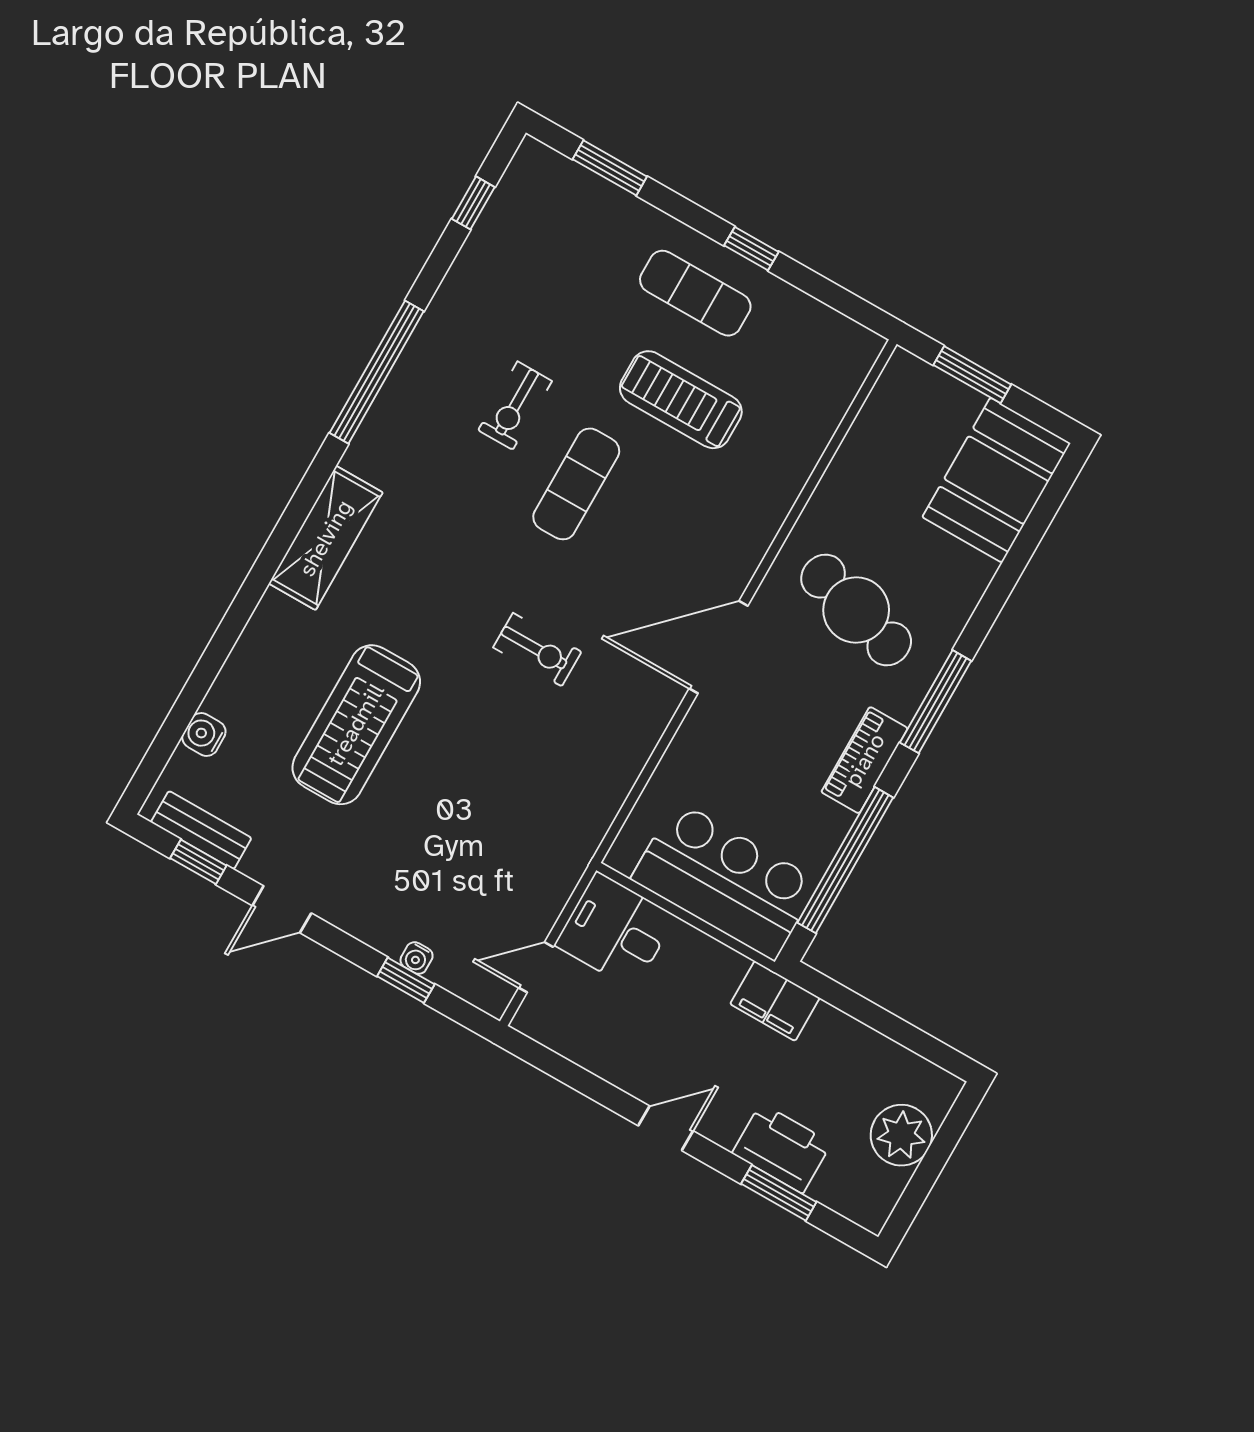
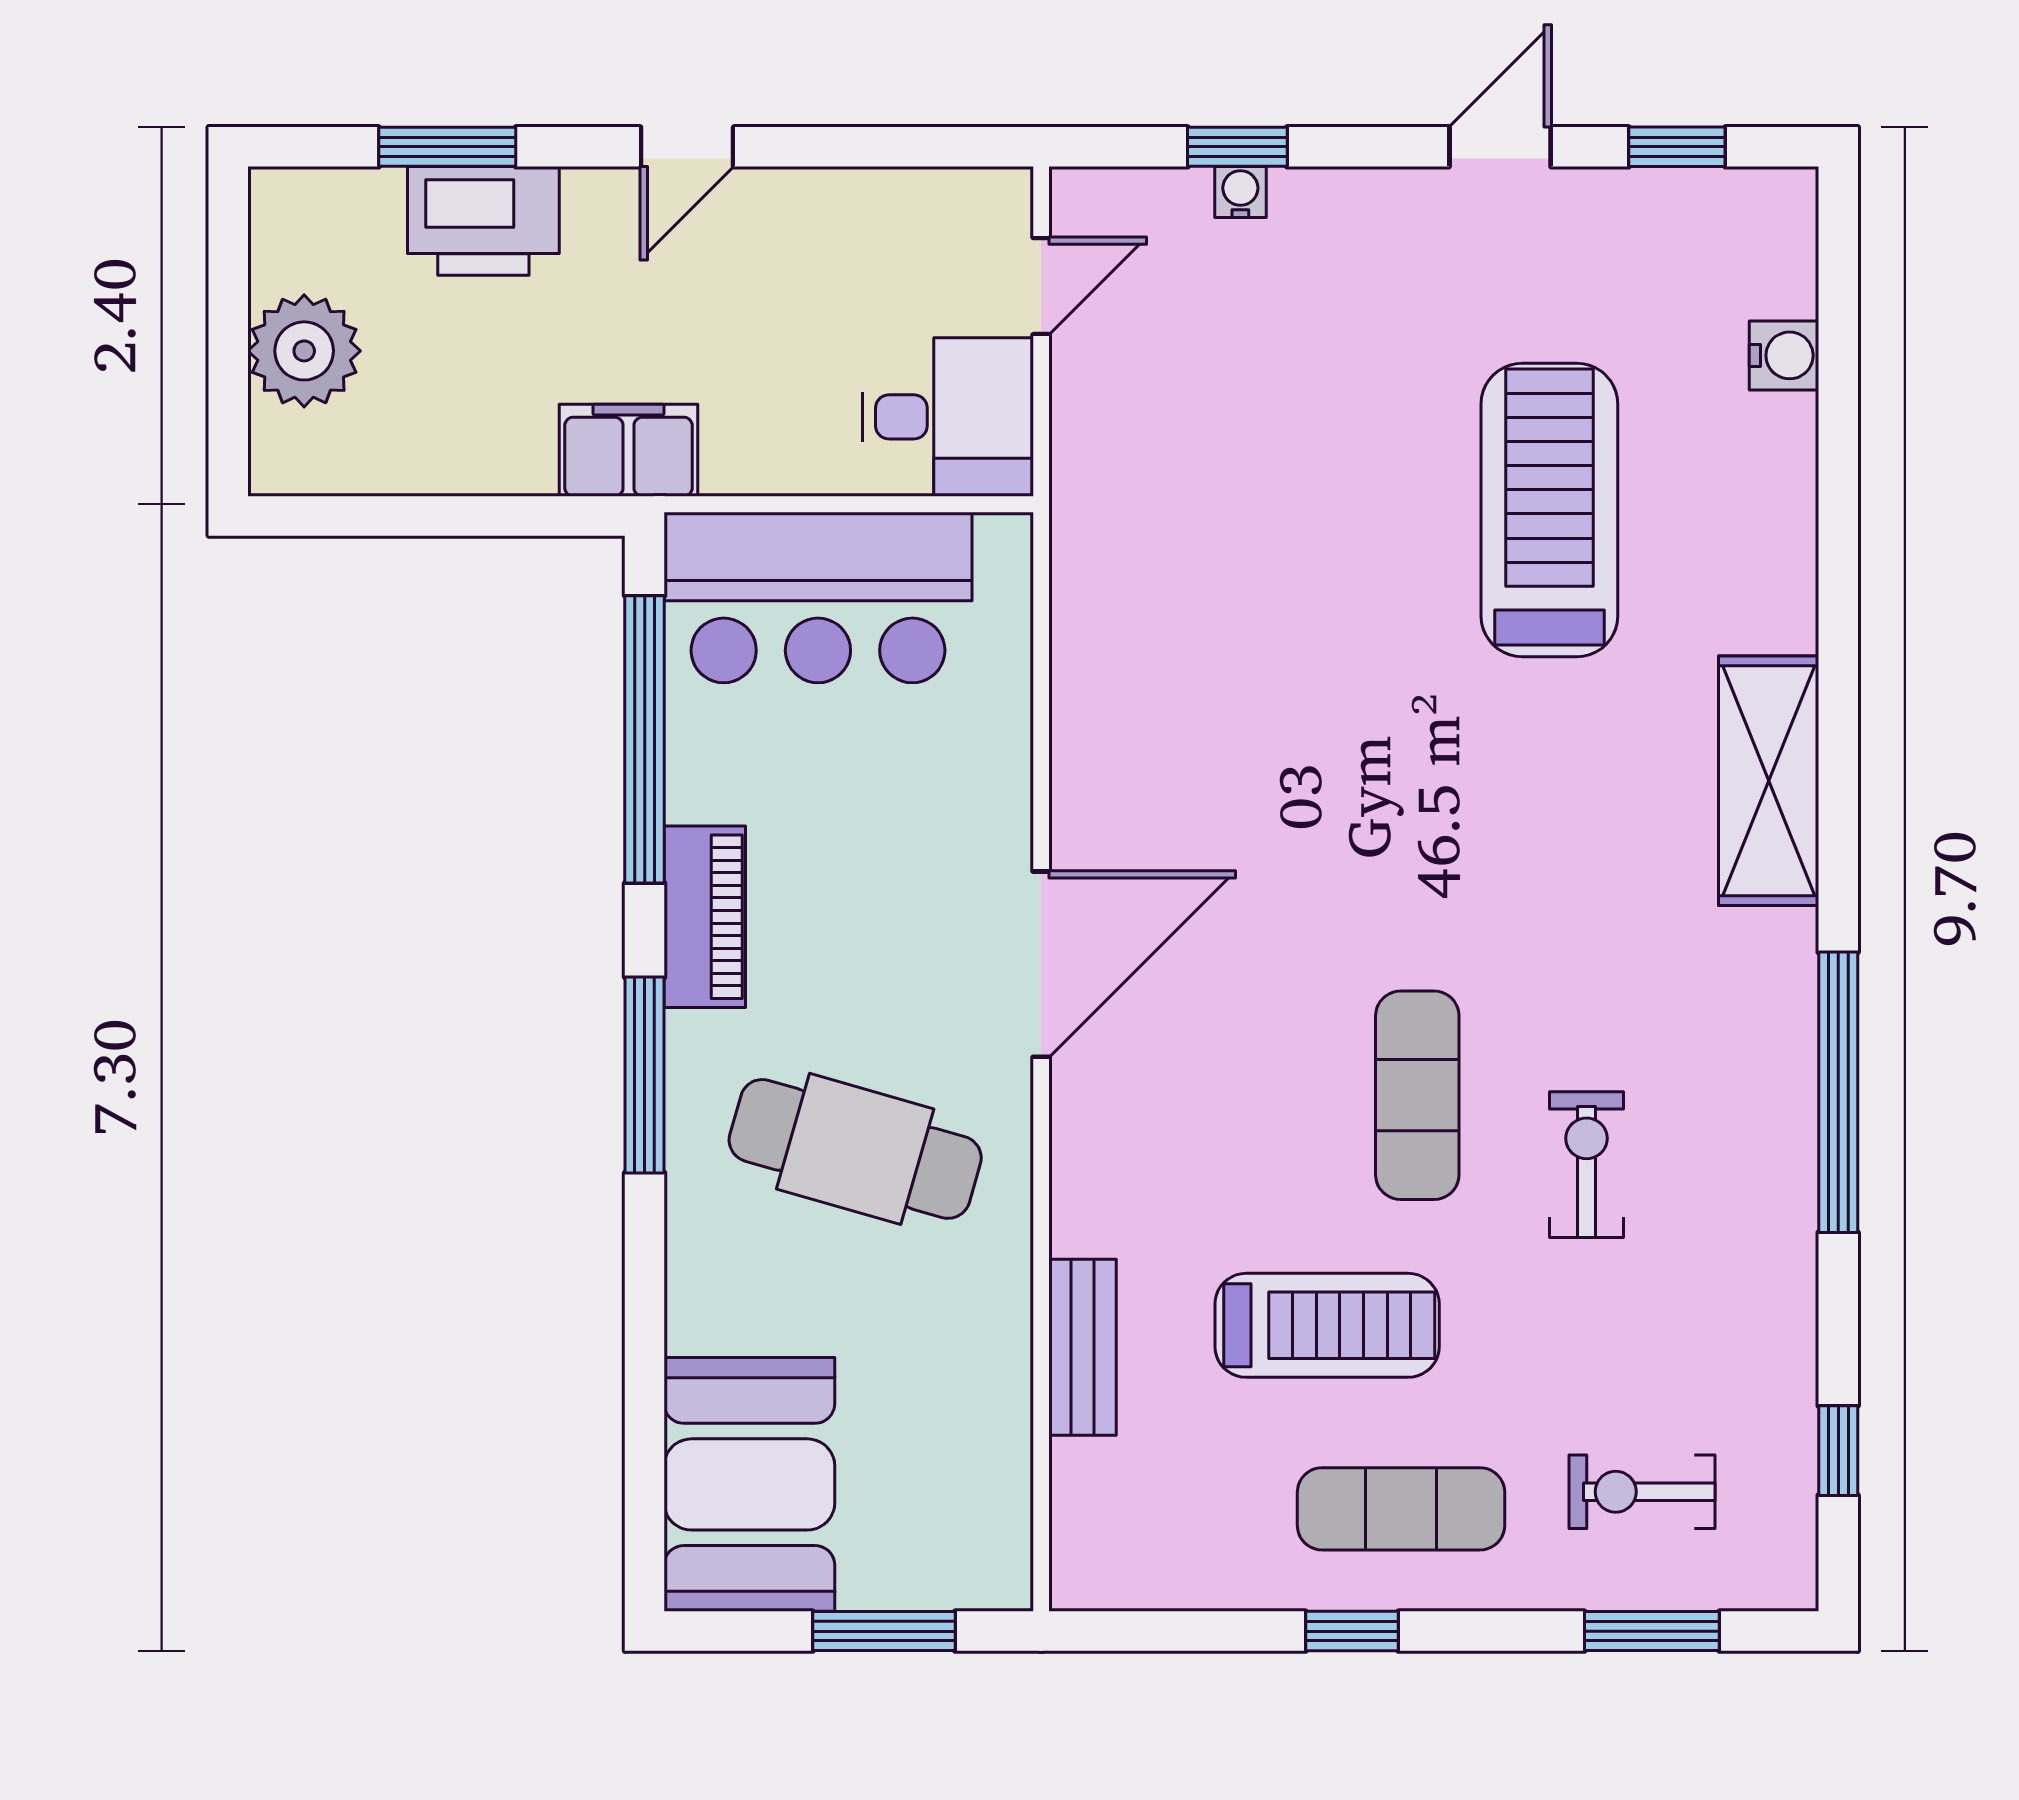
exercise bike: (537, 650) -> (1642, 1492), moved
bench: (201, 830) -> (1083, 1347), moved, turned 90

